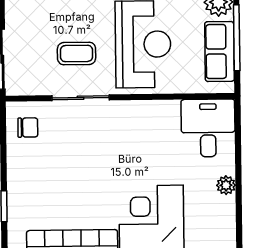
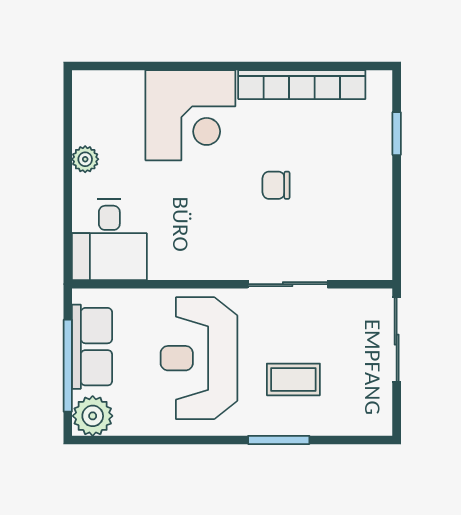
coffee table: (76, 53) -> (293, 379), moved
chair: (28, 128) -> (276, 185), moved

